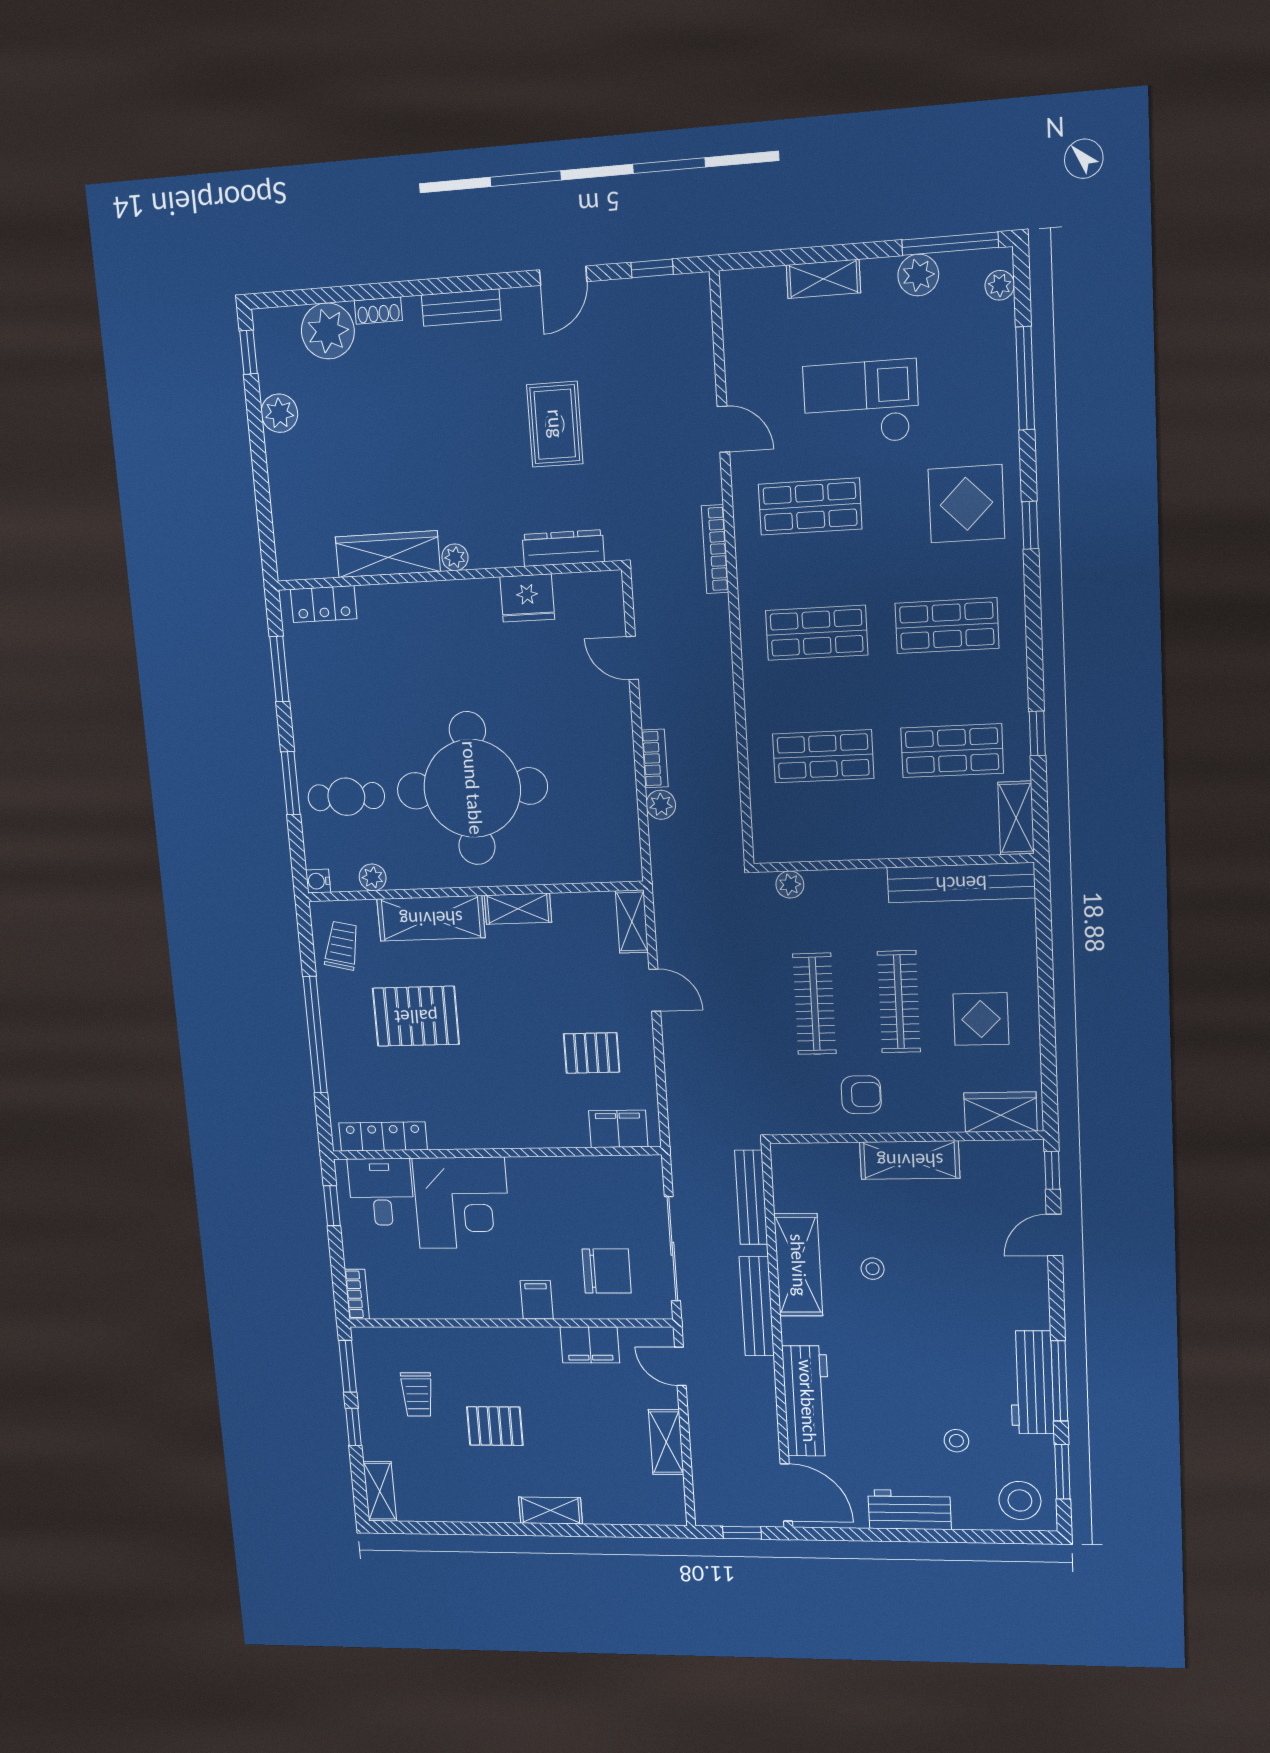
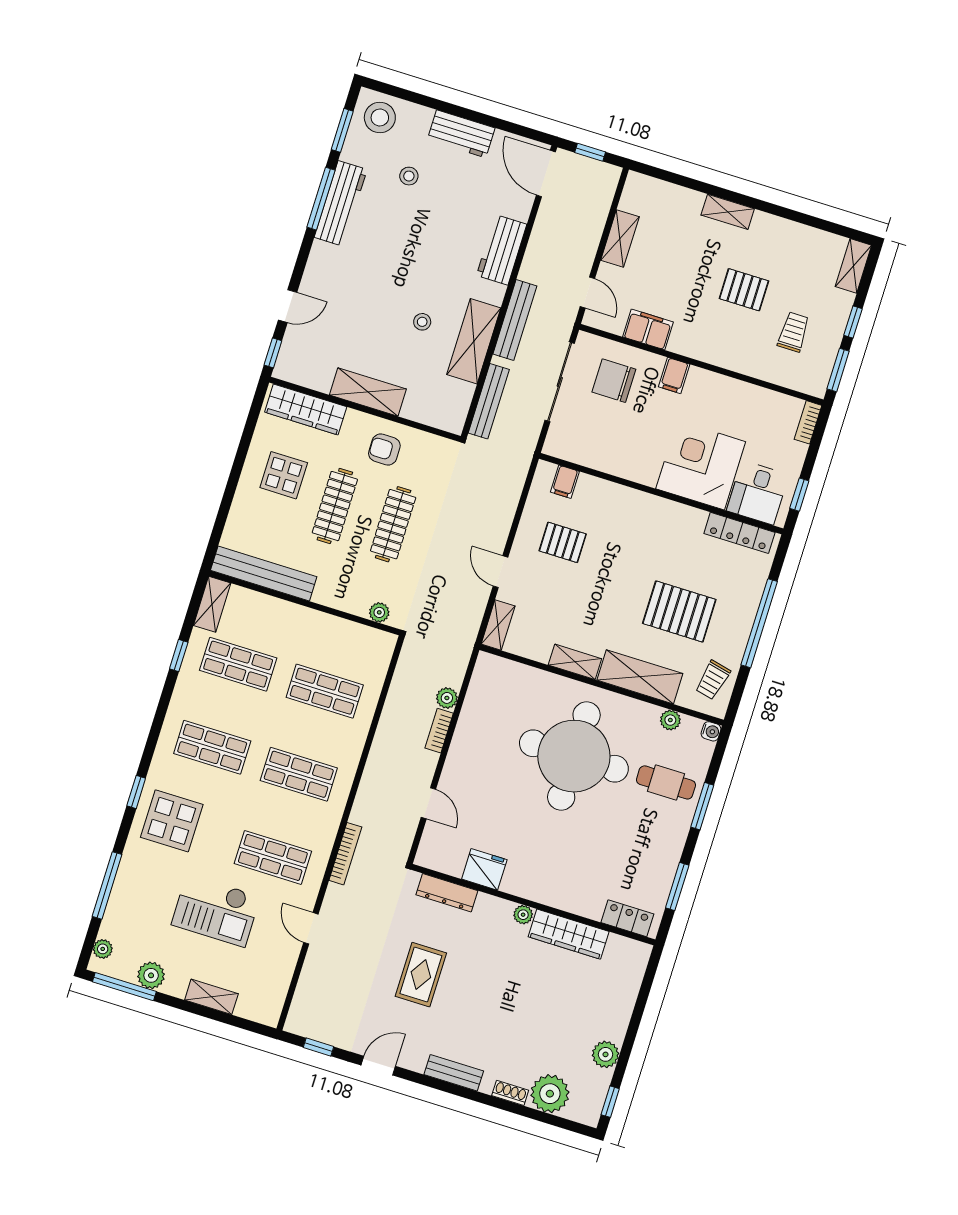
wardrobe: (1001, 1112) -> (306, 409), width x1.50
filing cabinet: (618, 1129) -> (565, 482), width x0.50
workbench: (807, 1401) -> (502, 250), width x0.73

